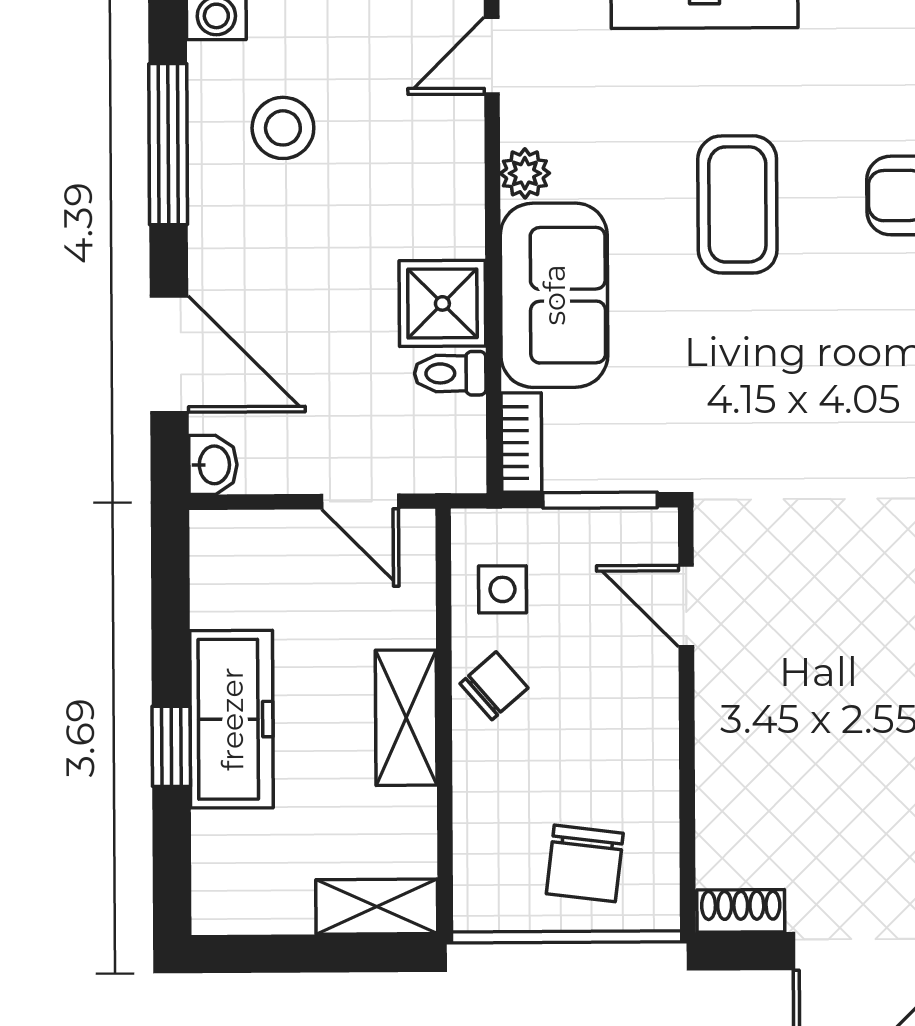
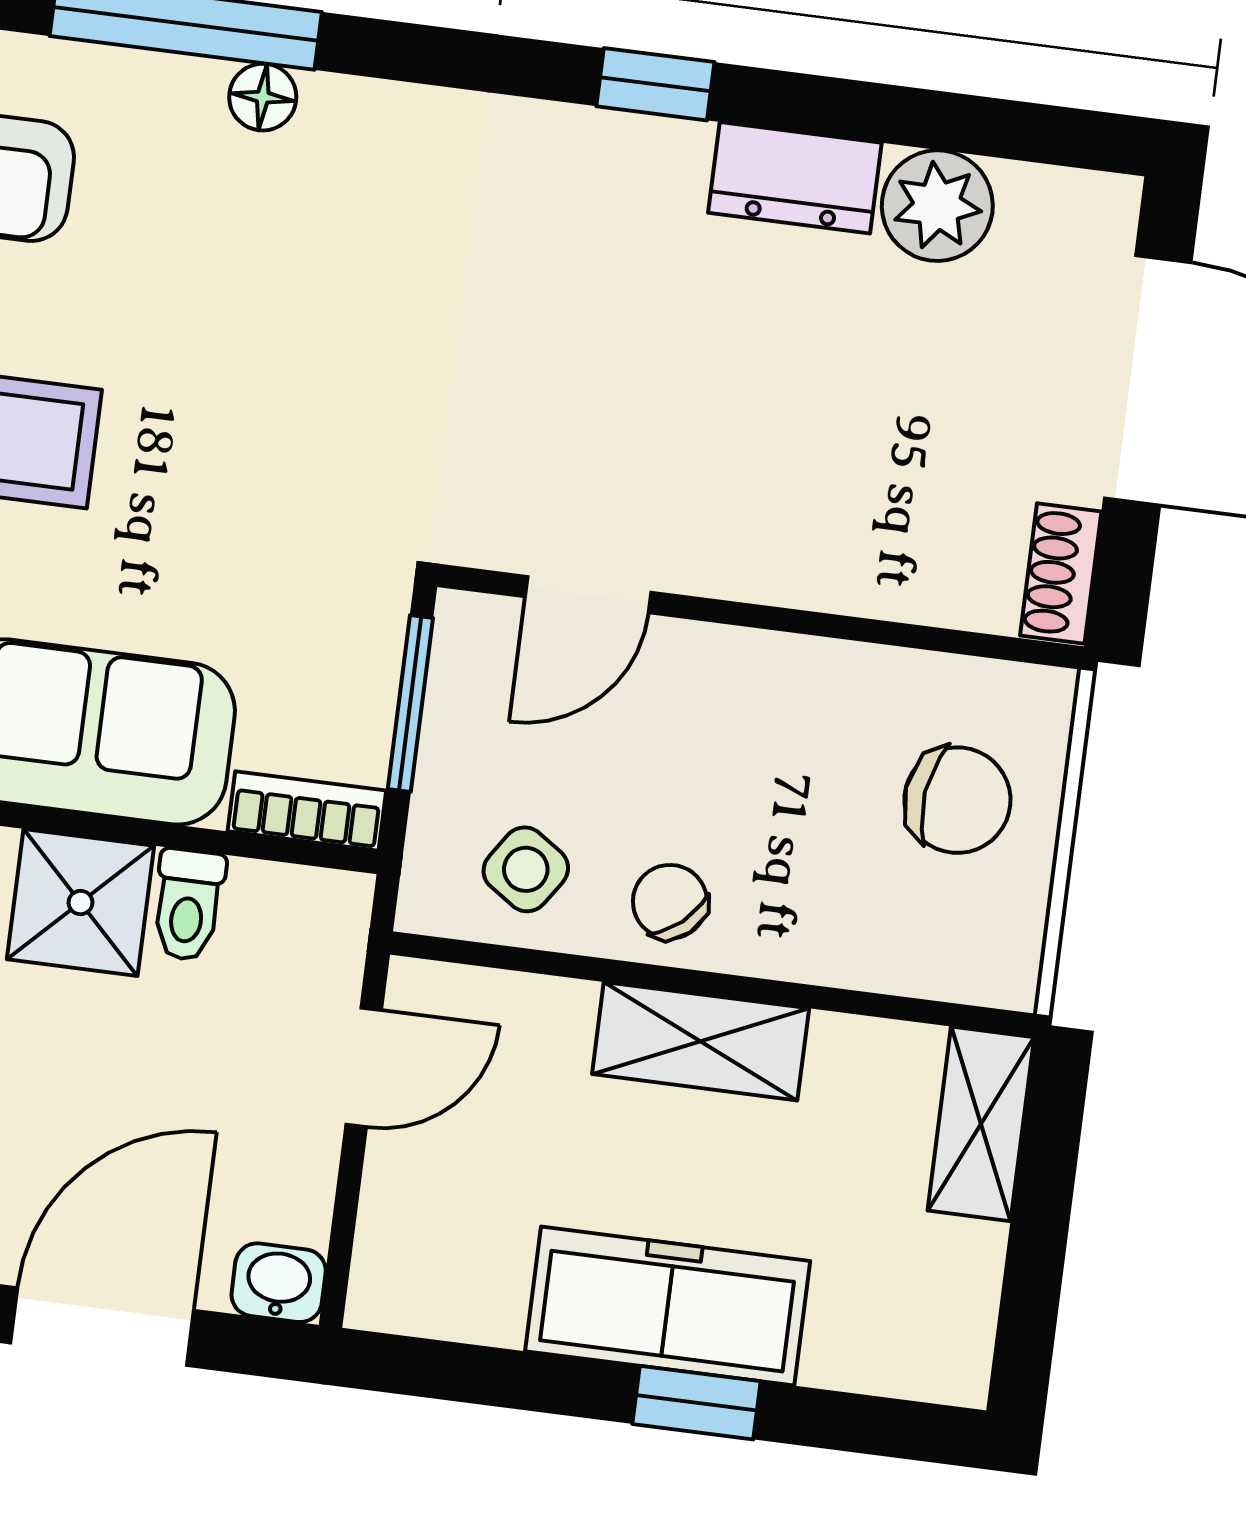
side table: (502, 589) -> (526, 869), turned 34

